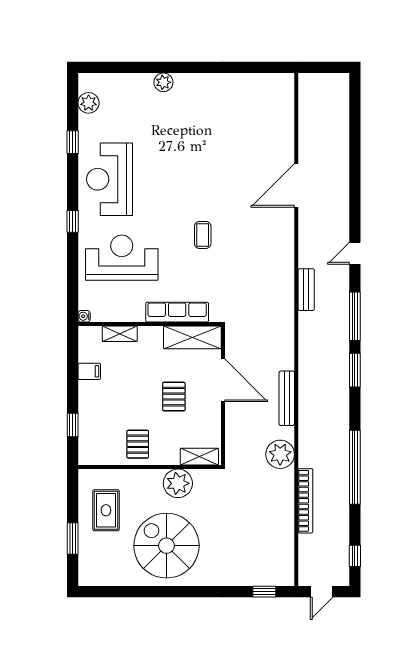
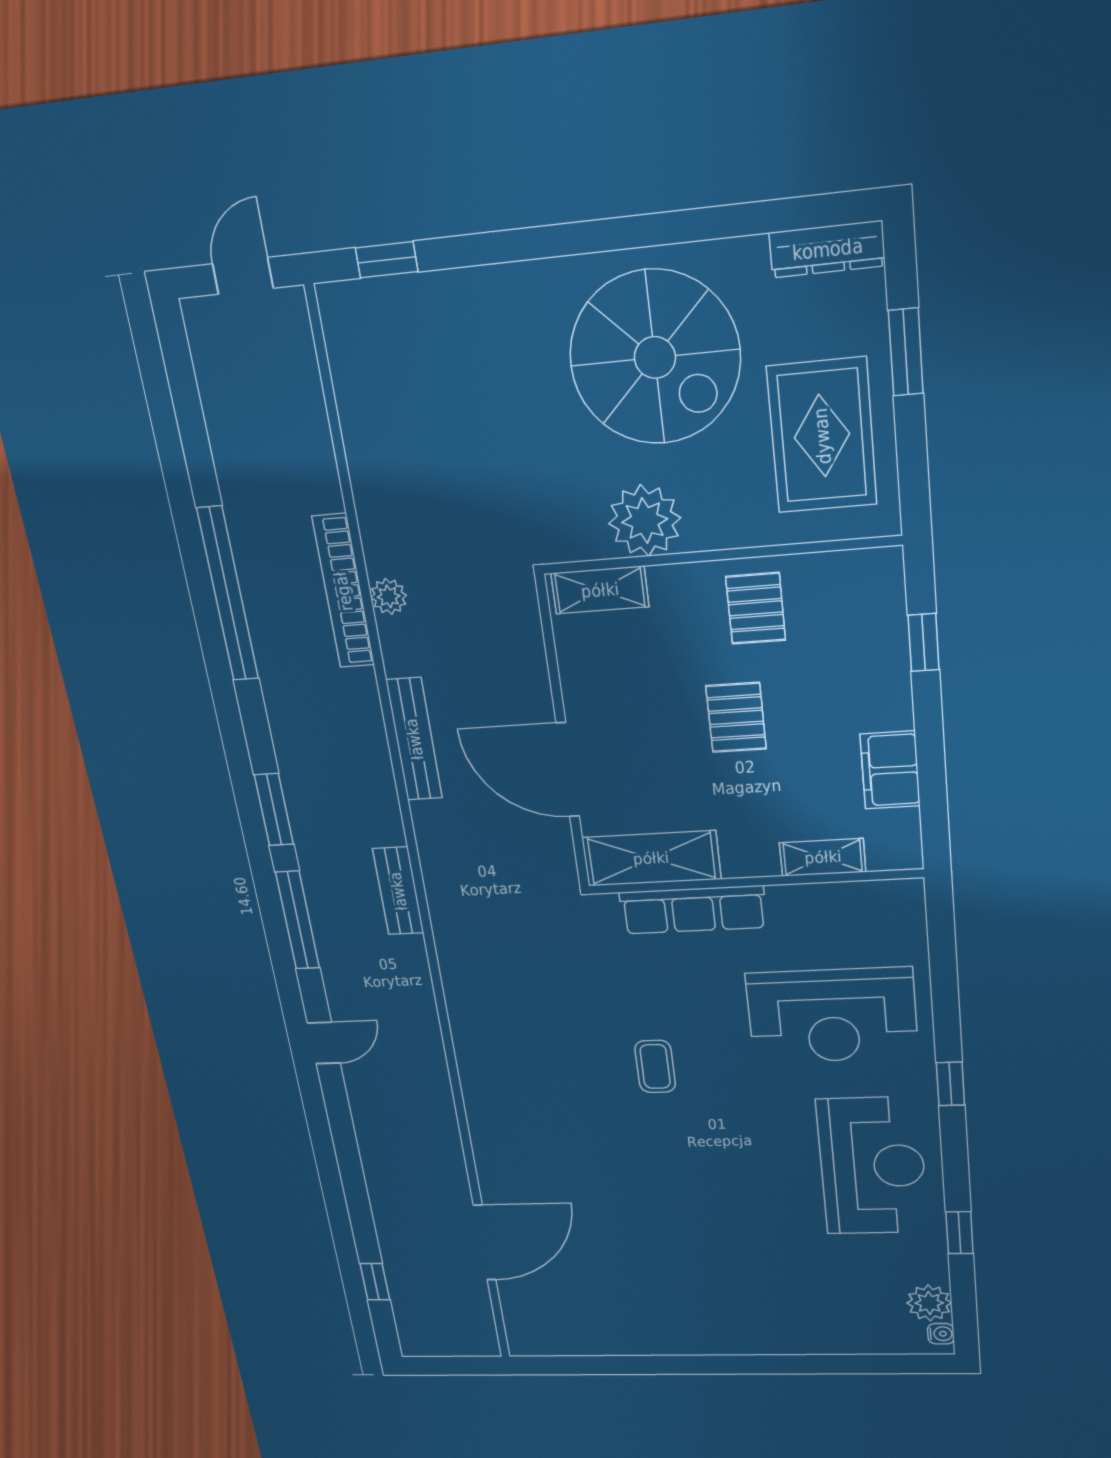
plant: (163, 82) -> (773, 1339), removed
door: (296, 185) -> (485, 1243), moved
bench: (306, 290) -> (398, 891), moved
water cooler: (84, 316) -> (941, 1334), moved
filing cabinet: (89, 371) -> (890, 770), width x2.00
pallet: (174, 397) -> (736, 717), moved
plant: (280, 454) -> (389, 596), width x0.53, depth x0.53
bookcase: (305, 501) -> (343, 591), moved
rug: (106, 510) -> (822, 436), width x1.36, depth x1.43
window: (355, 556) -> (375, 1282), moved
dresser: (99, 578) -> (827, 249), added

